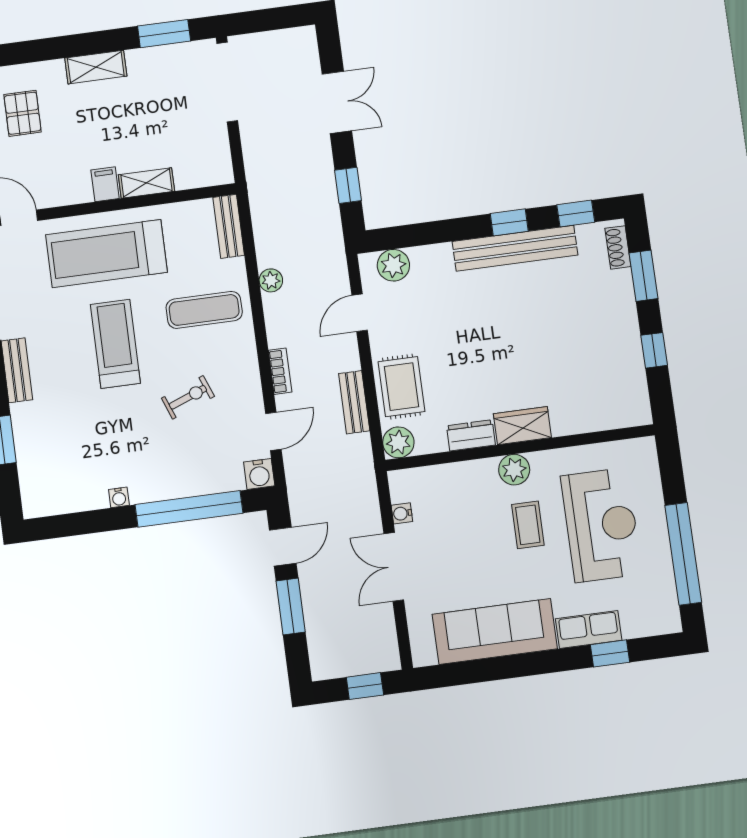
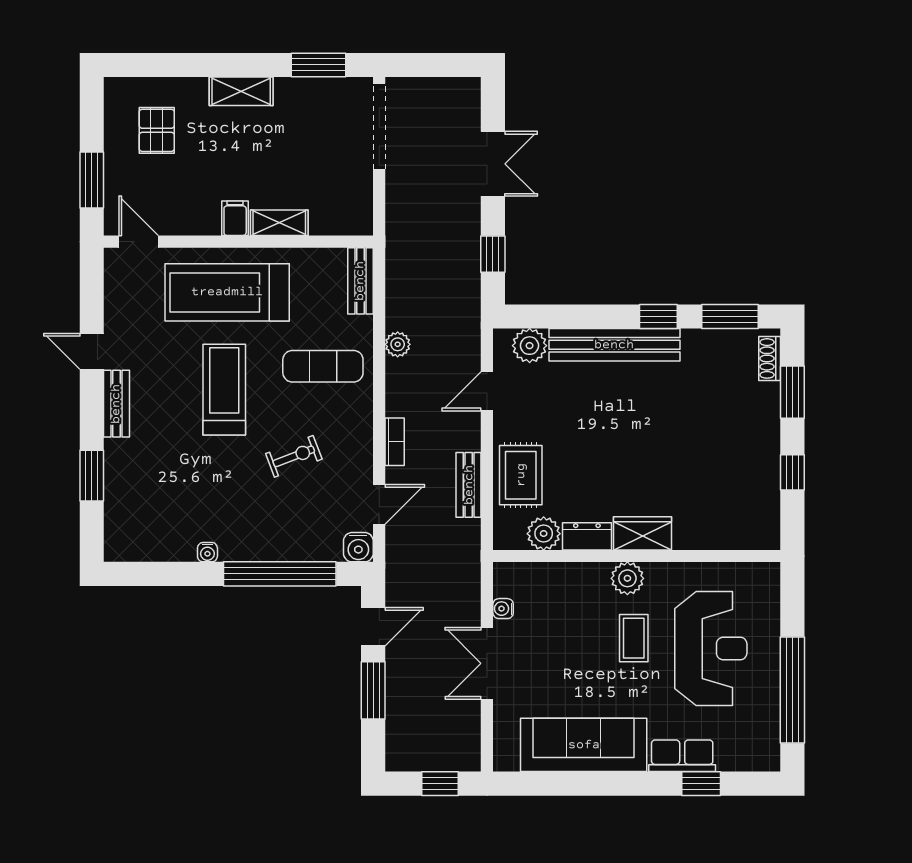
window: (576, 214) -> (730, 316), width x1.50
bench: (515, 248) -> (614, 345), moved
plant: (398, 442) -> (544, 534), moved

